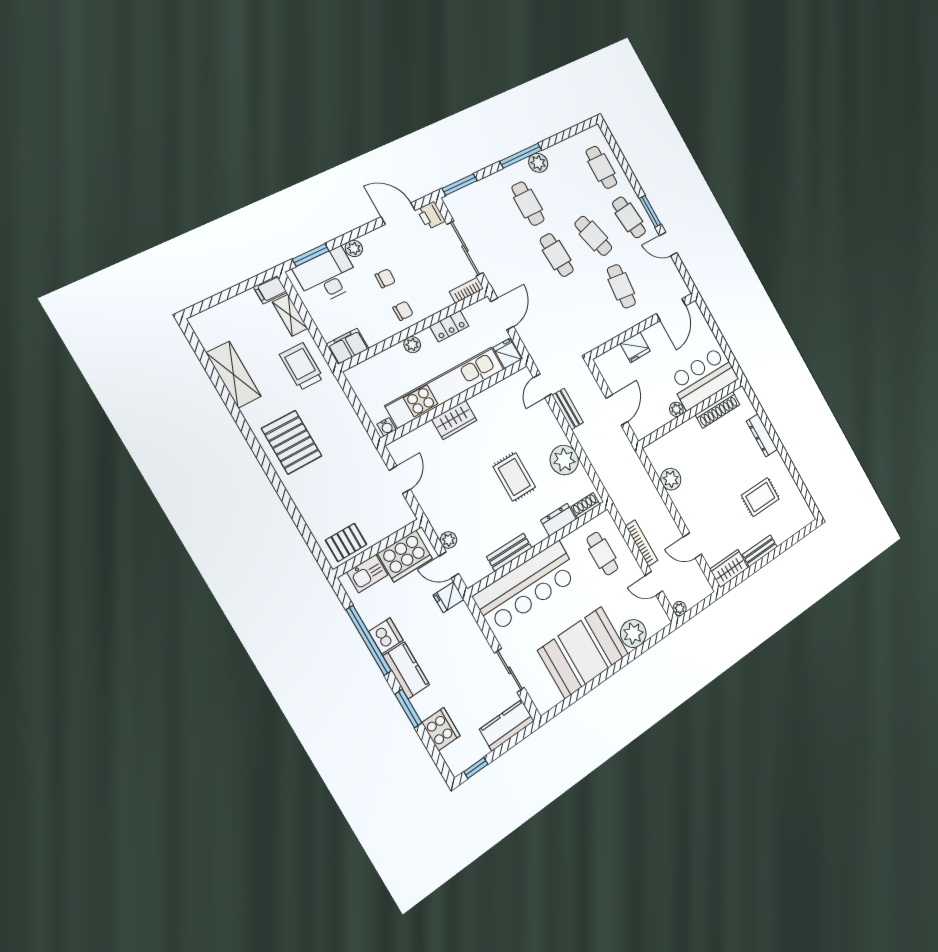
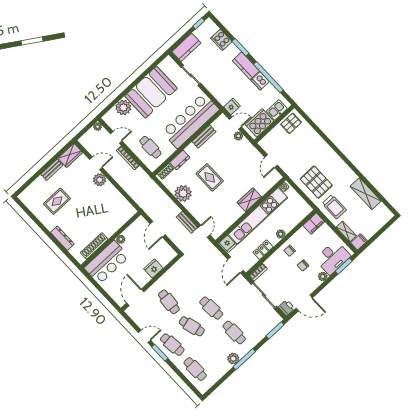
pallet: (292, 442) -> (316, 182), moved
plant: (671, 479) -> (100, 180), moved

